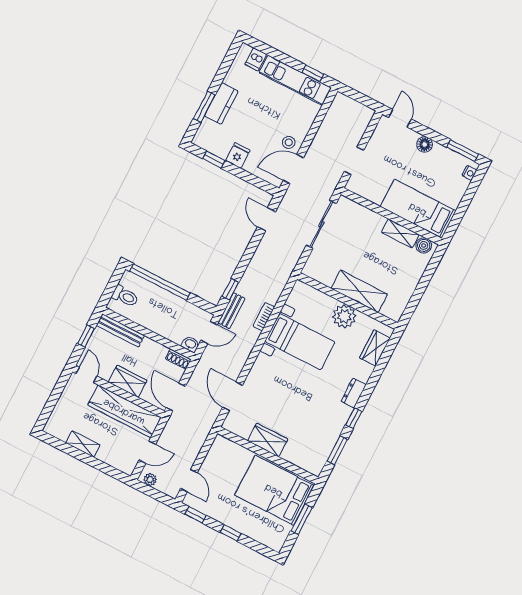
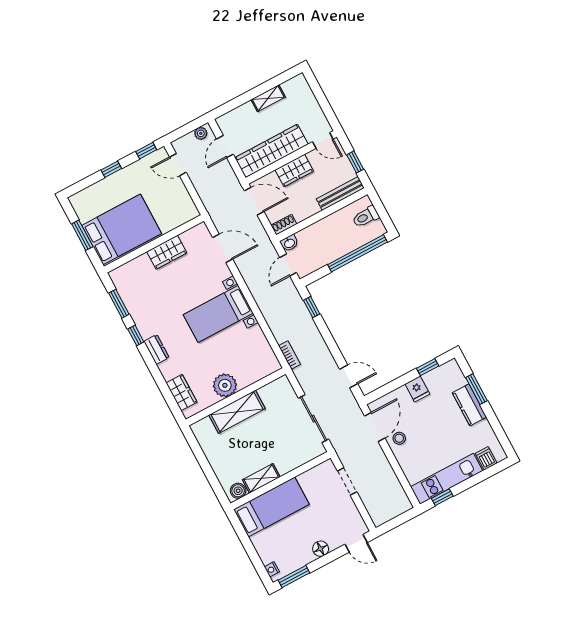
bench: (231, 311) -> (293, 296), removed
bookcase: (264, 317) -> (289, 355), moved
bed with nightstands: (300, 342) -> (218, 314), moved

